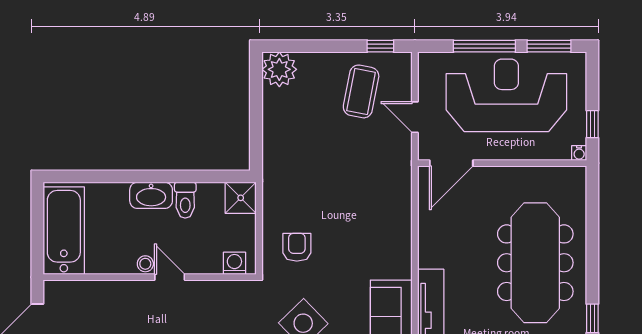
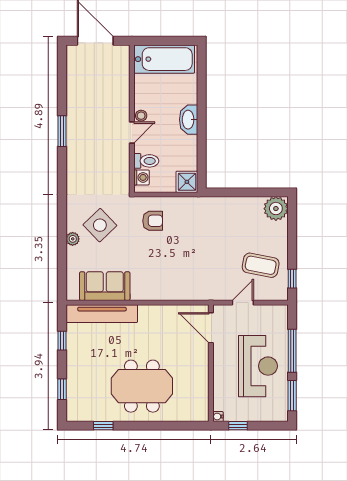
reception desk: (506, 95) -> (258, 366), width x0.74, depth x0.77
toilet: (185, 200) -> (146, 161), moved, turned 180
meeting table: (535, 263) -> (142, 386), width x0.73

